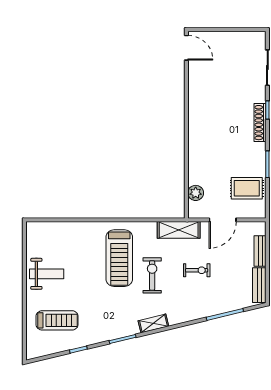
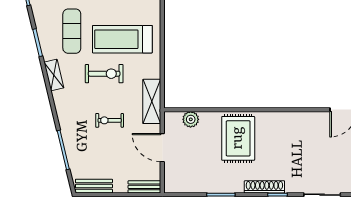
rug: (247, 188) -> (238, 138), moved, width x1.36, depth x1.43
bench: (260, 251) -> (144, 187), moved
exercise bike: (197, 270) -> (110, 120), turned 90
exercise mat: (112, 306) -> (72, 31), added

